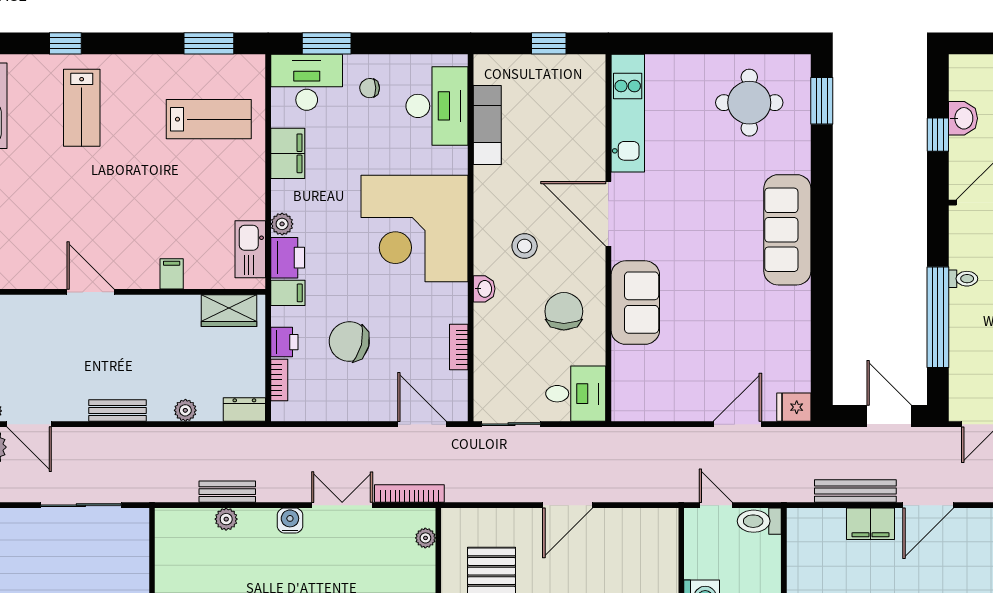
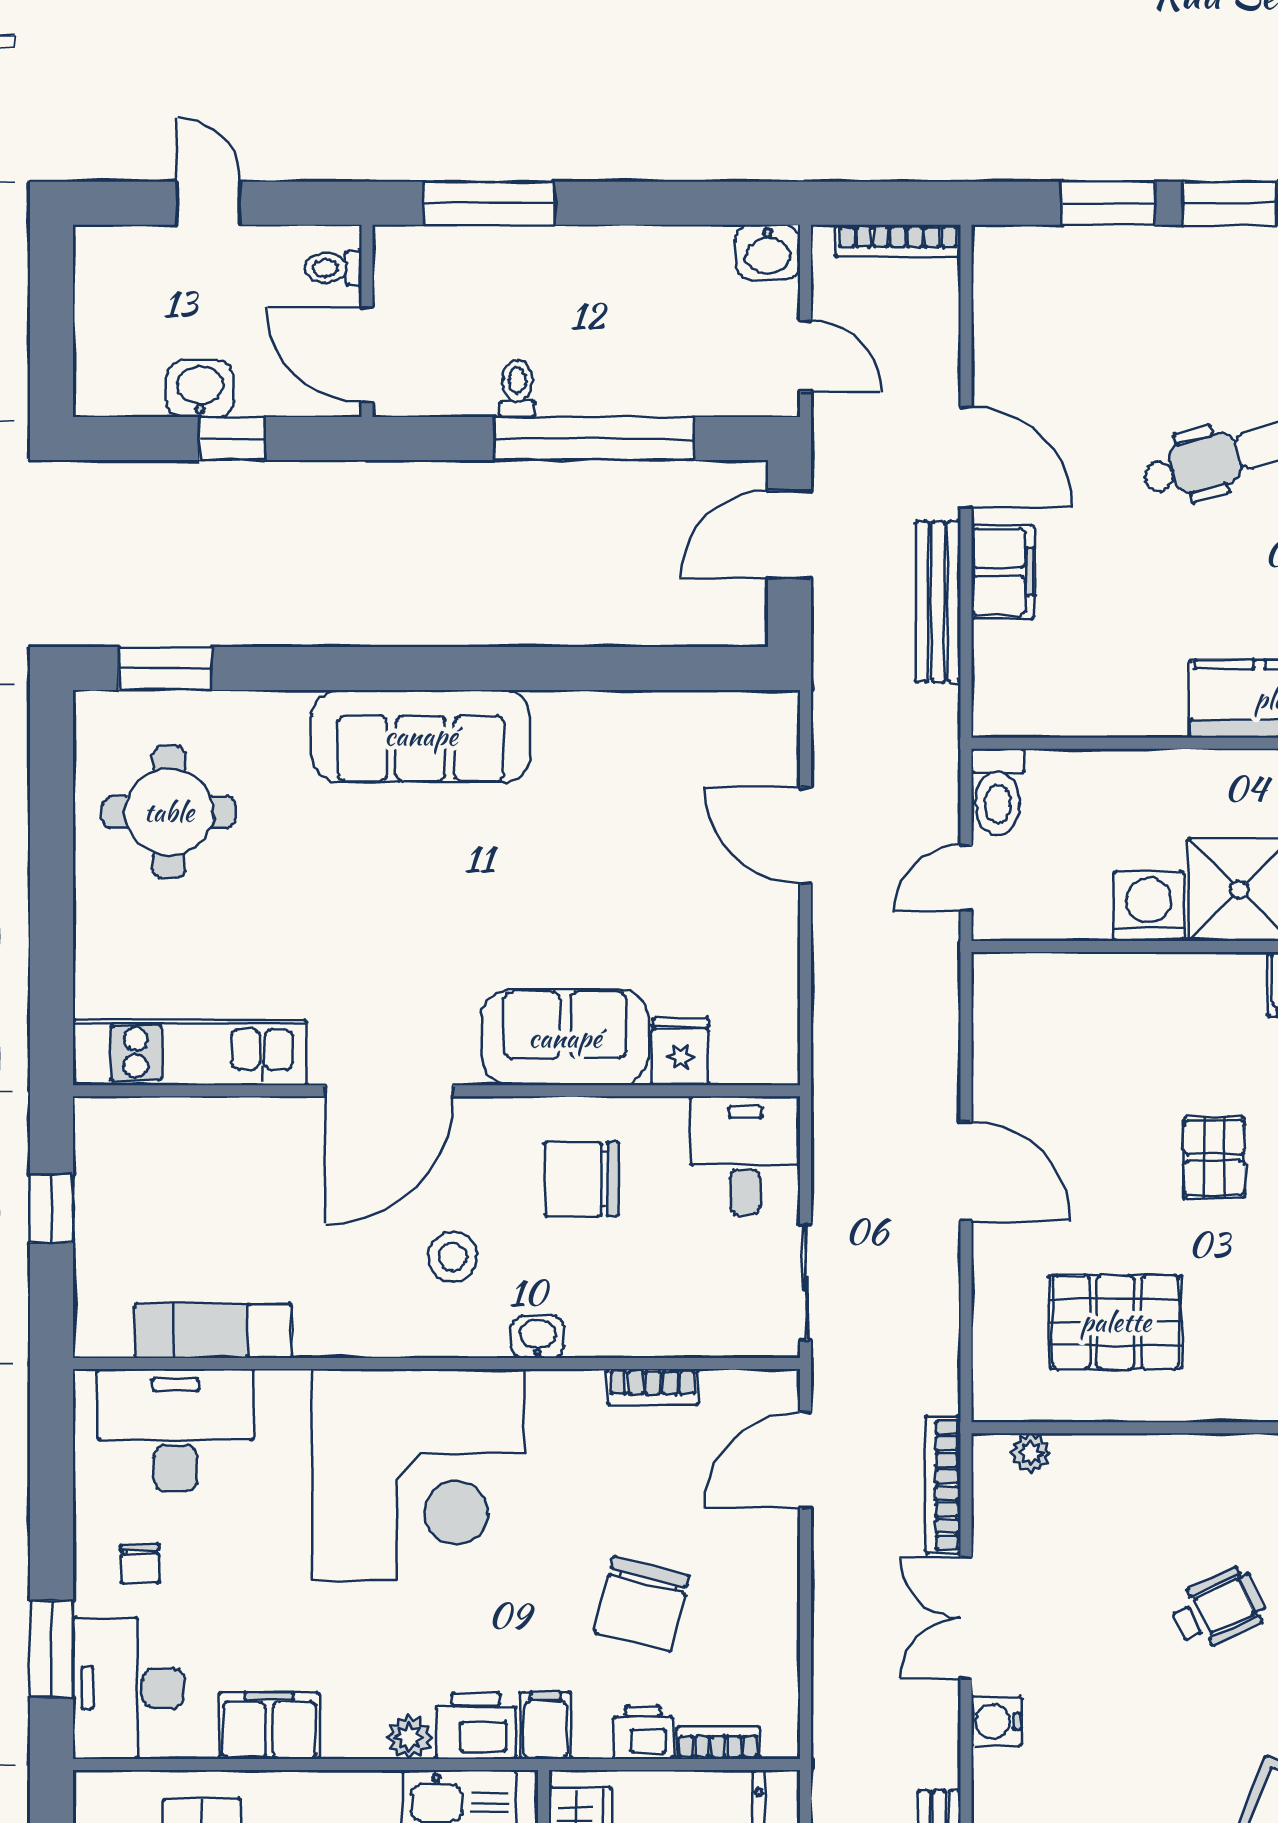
fridge: (794, 407) -> (680, 1052), moved, turned 180

